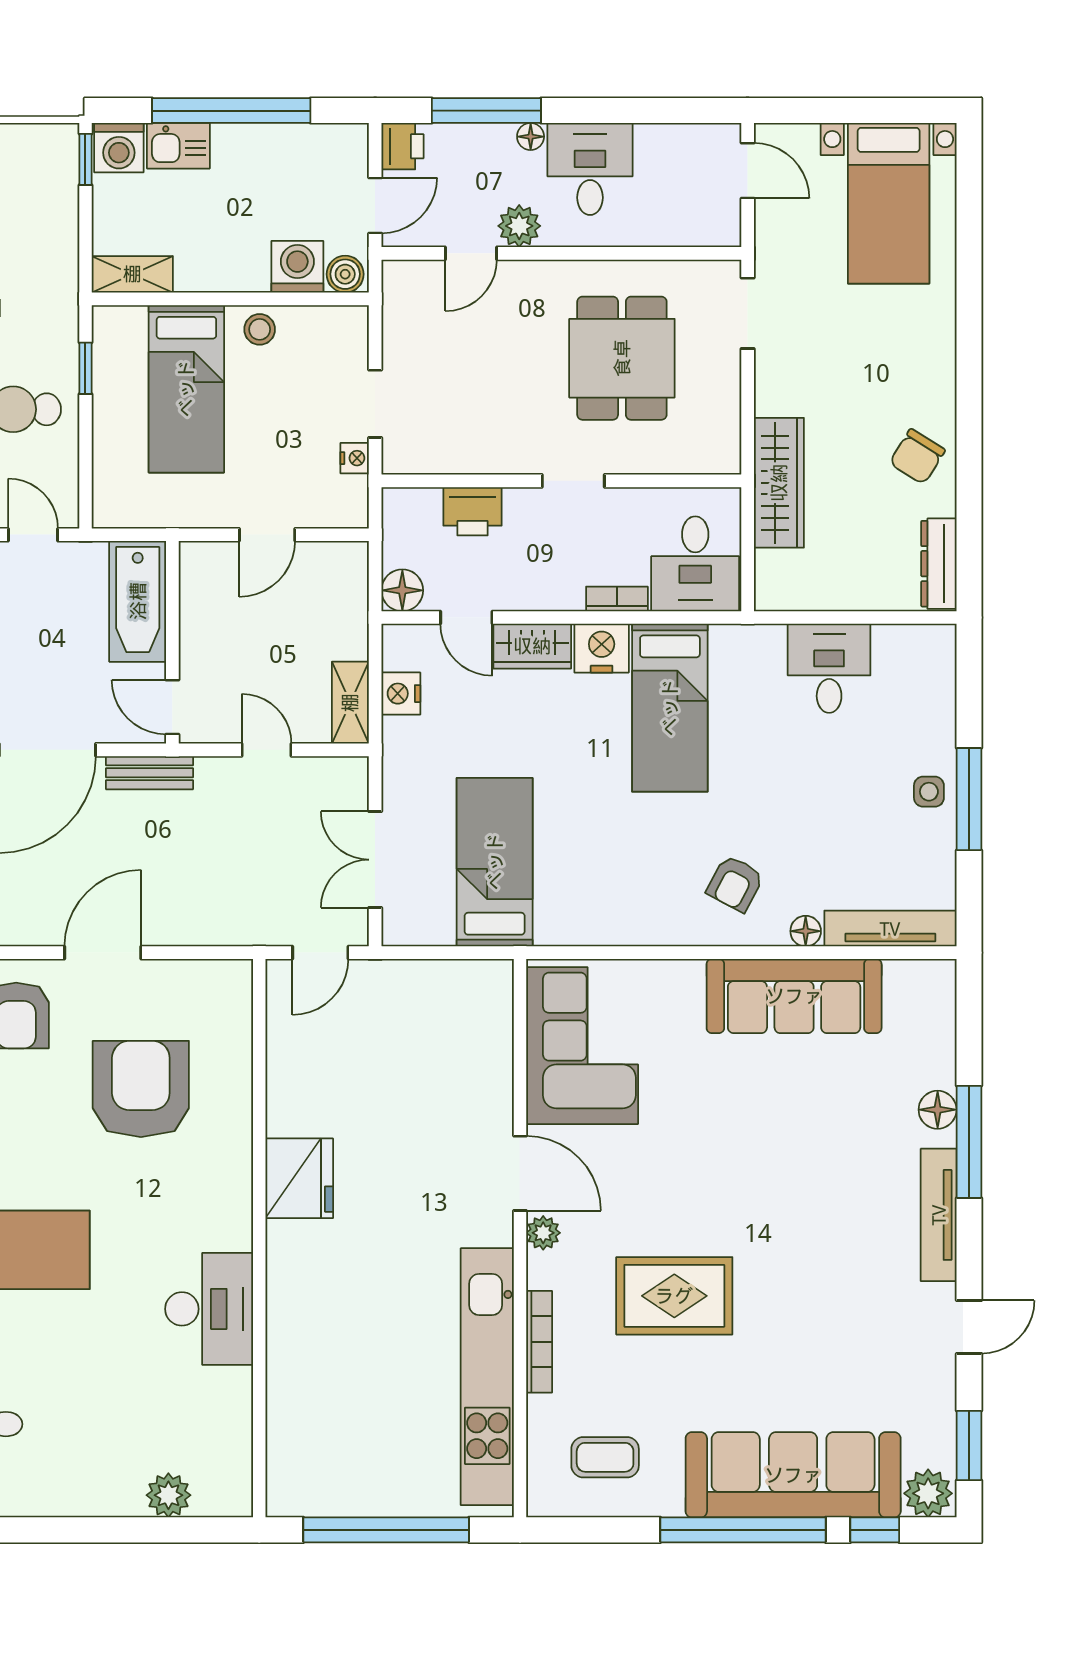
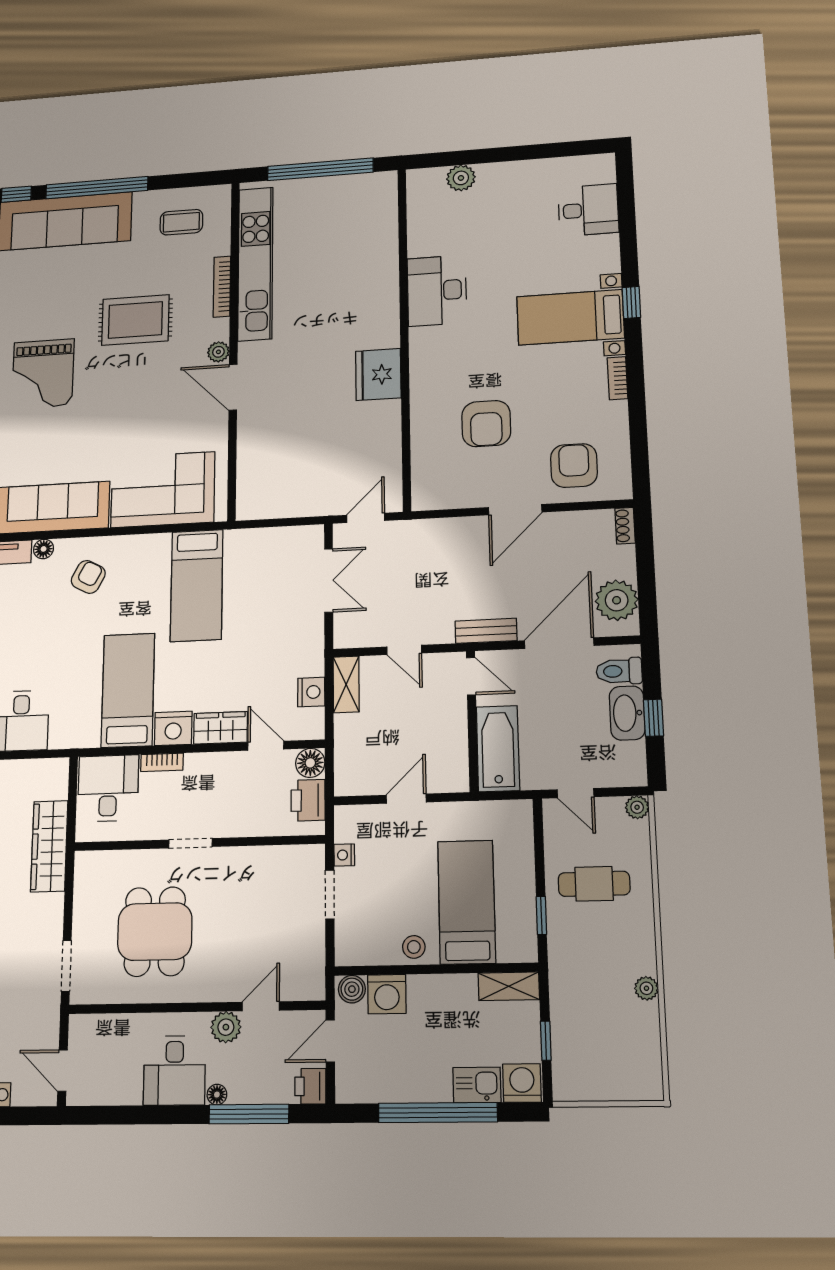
window: (85, 159) -> (546, 1041), moved
printer: (472, 511) -> (308, 800), moved, turned -90
bed: (495, 862) -> (197, 585), moved
corner sofa: (582, 1046) -> (163, 490), moved, turned 90
armchair: (141, 1089) -> (486, 424), width x0.73, depth x0.73
grand piano: (818, 1216) -> (43, 374), added

